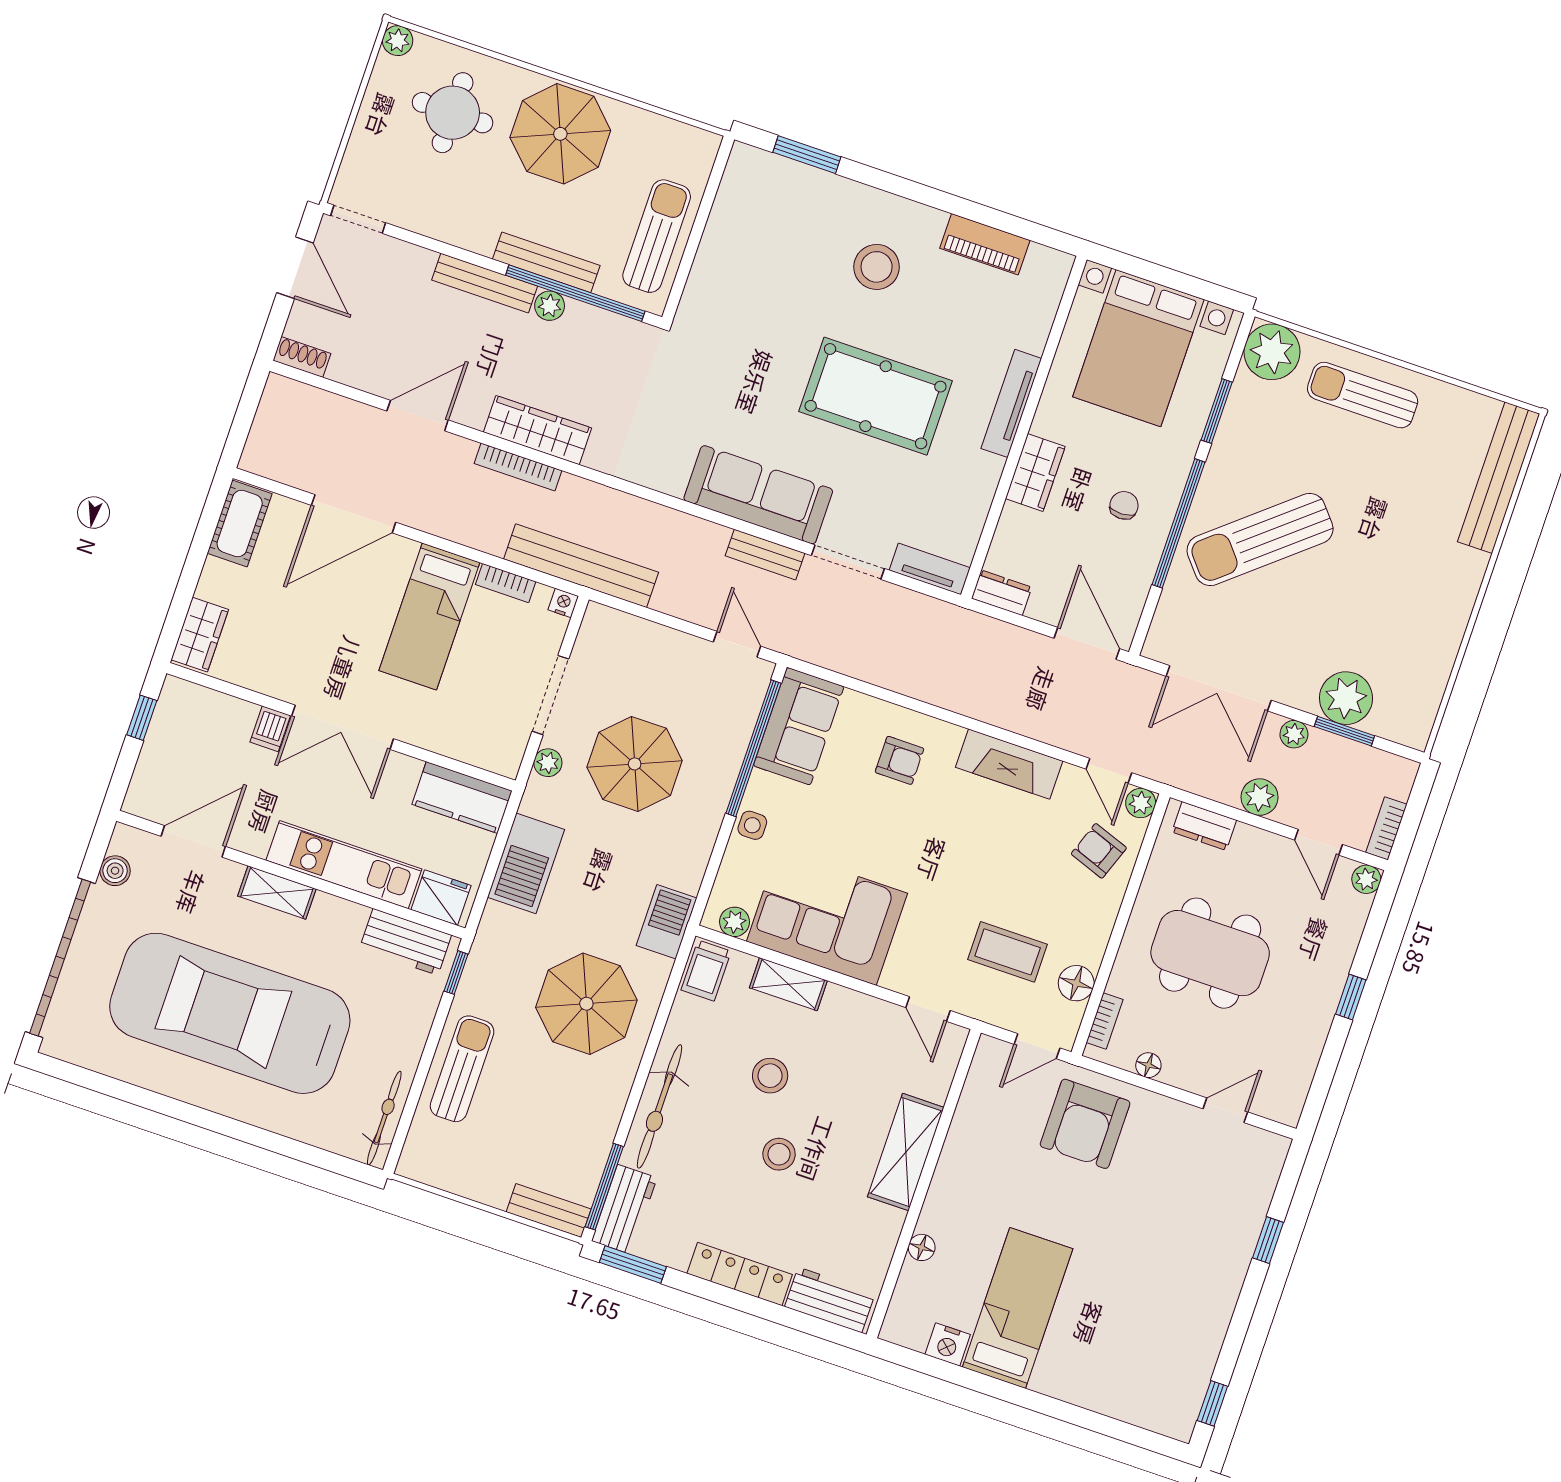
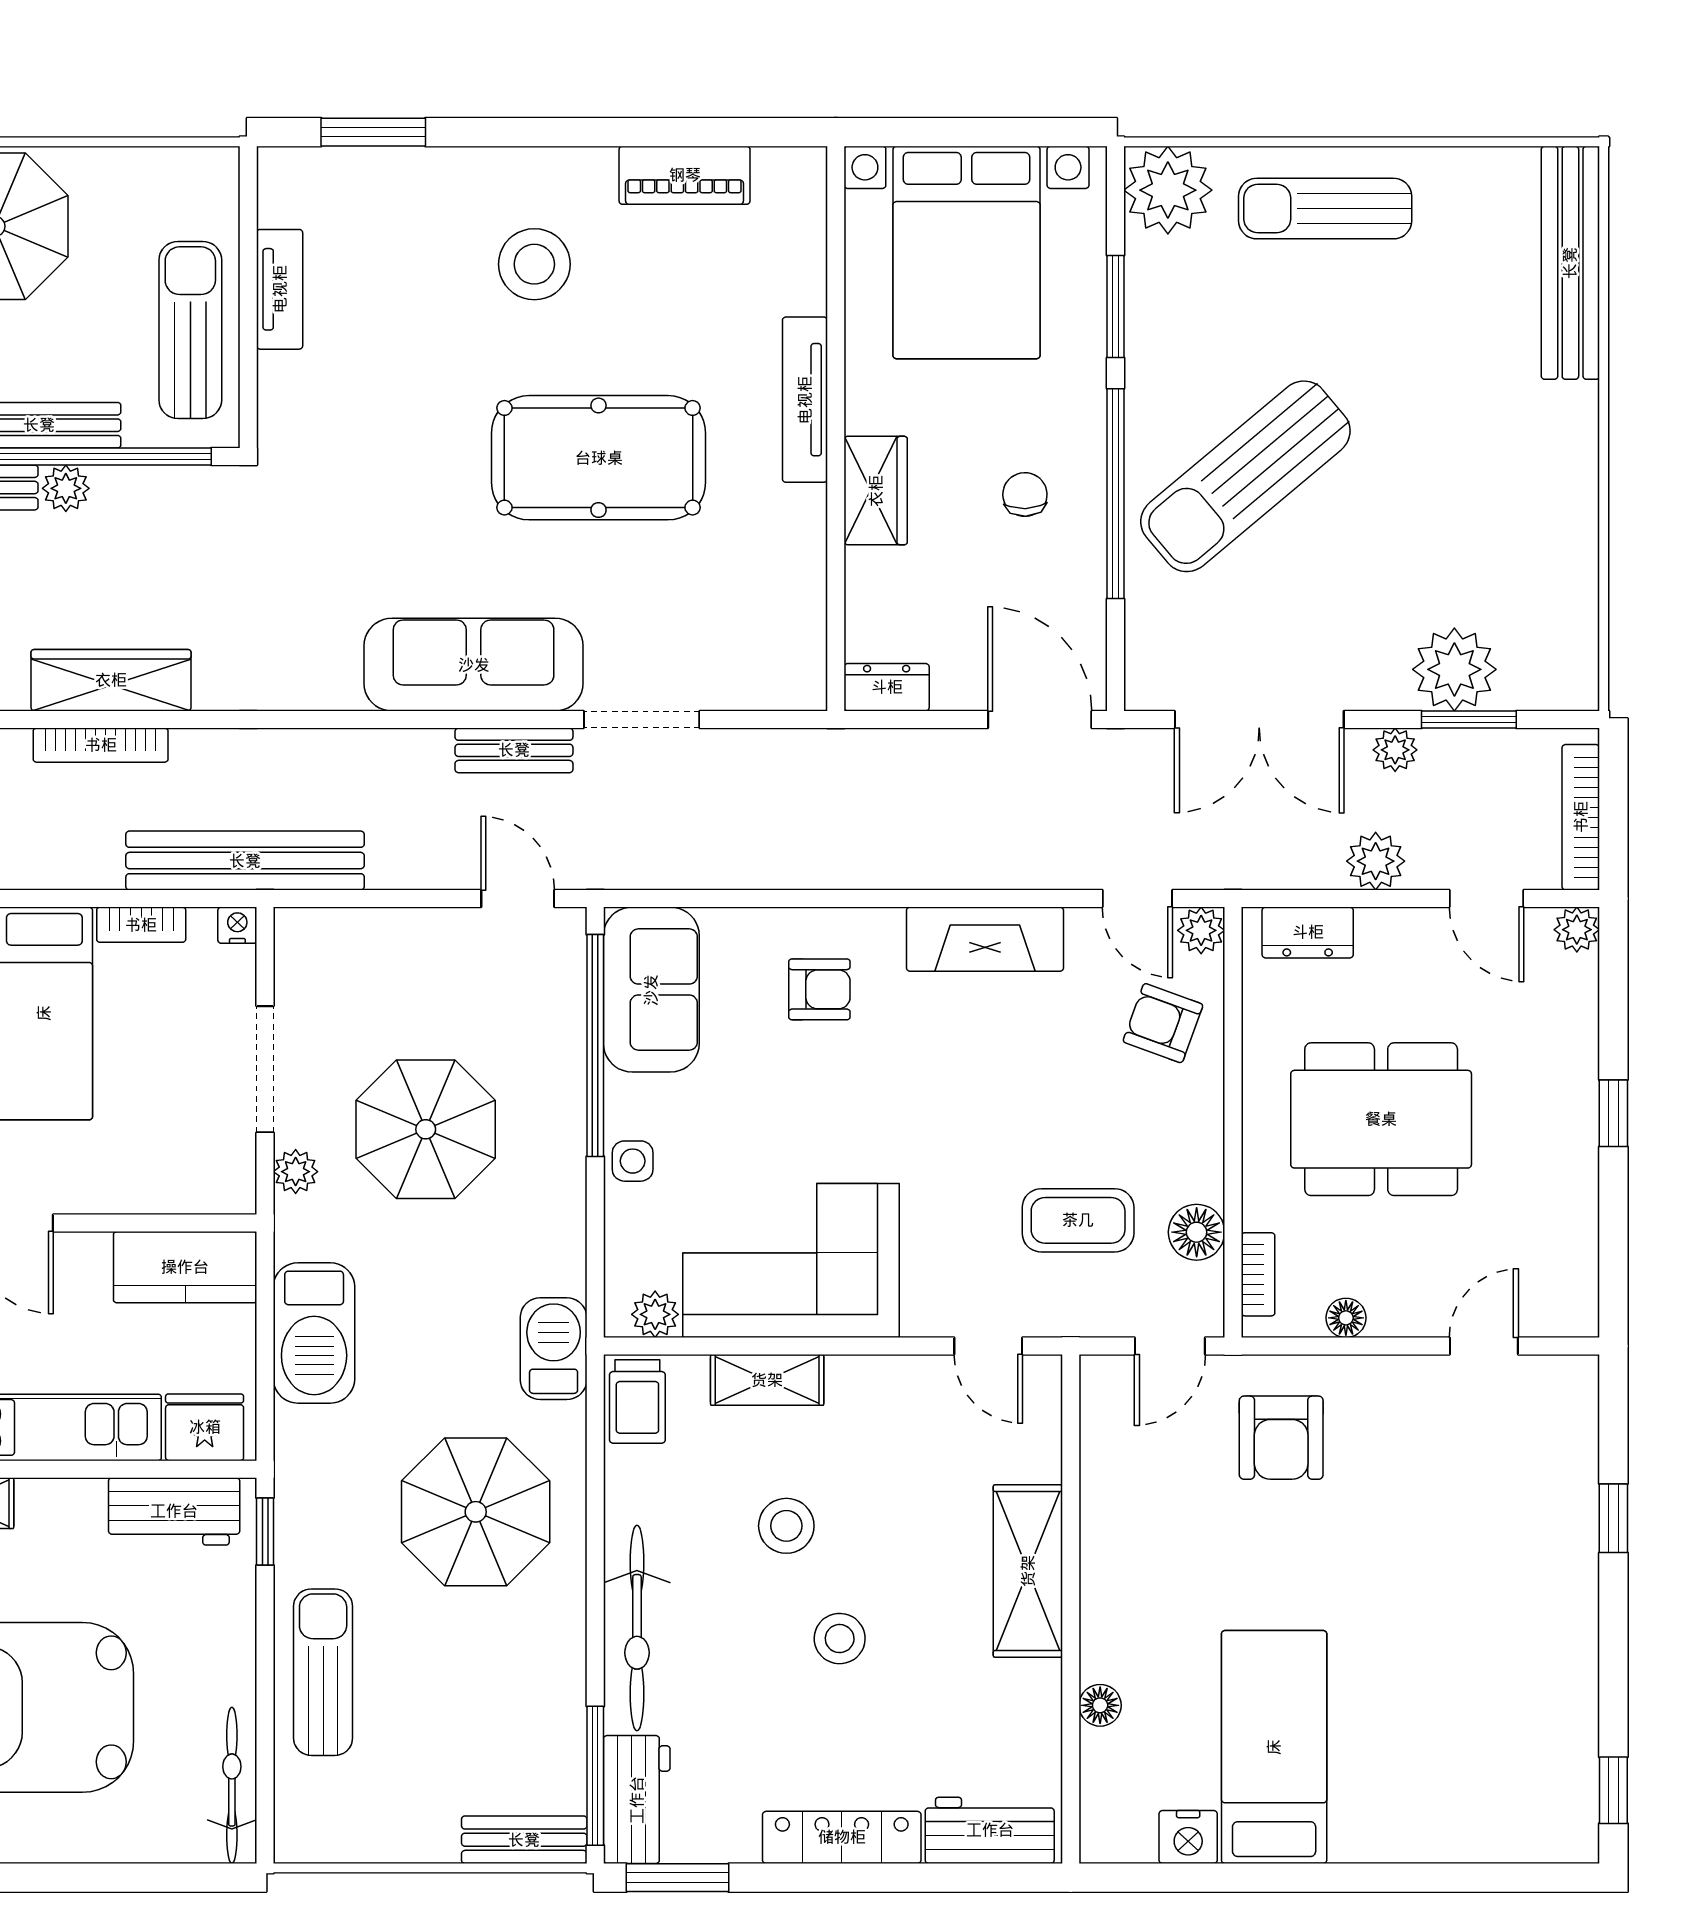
tv unit: (930, 569) -> (280, 289), moved, turned 90
bookcase: (1386, 828) -> (1581, 817), width x1.56
armchair: (1085, 1124) -> (1281, 1438), width x0.73, depth x0.73

